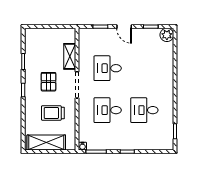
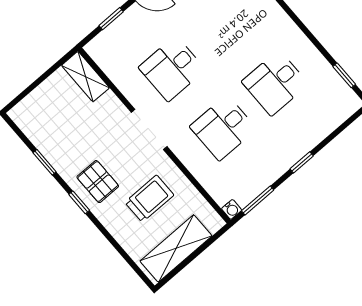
shelving: (70, 56) -> (85, 77), moved
pallet: (49, 82) -> (98, 182), moved
trolley: (53, 113) -> (149, 199), turned 180

